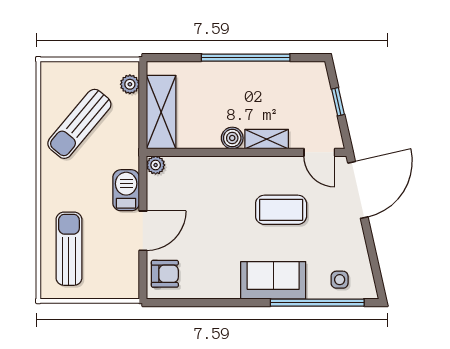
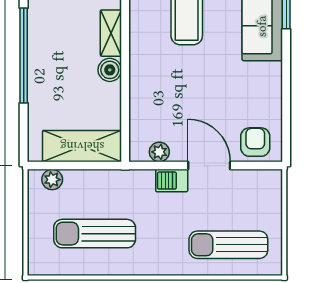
sun lounger: (79, 124) -> (95, 234), turned 140
plant: (156, 165) -> (159, 152), moved
barbecue: (126, 190) -> (172, 181), width x0.73, depth x0.79

